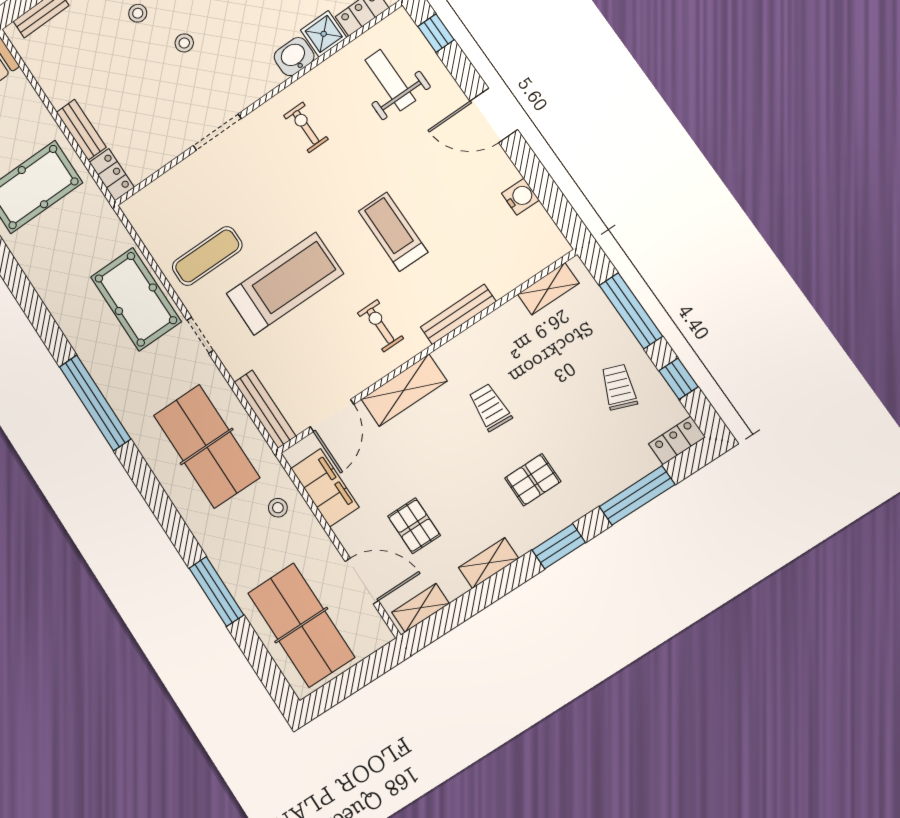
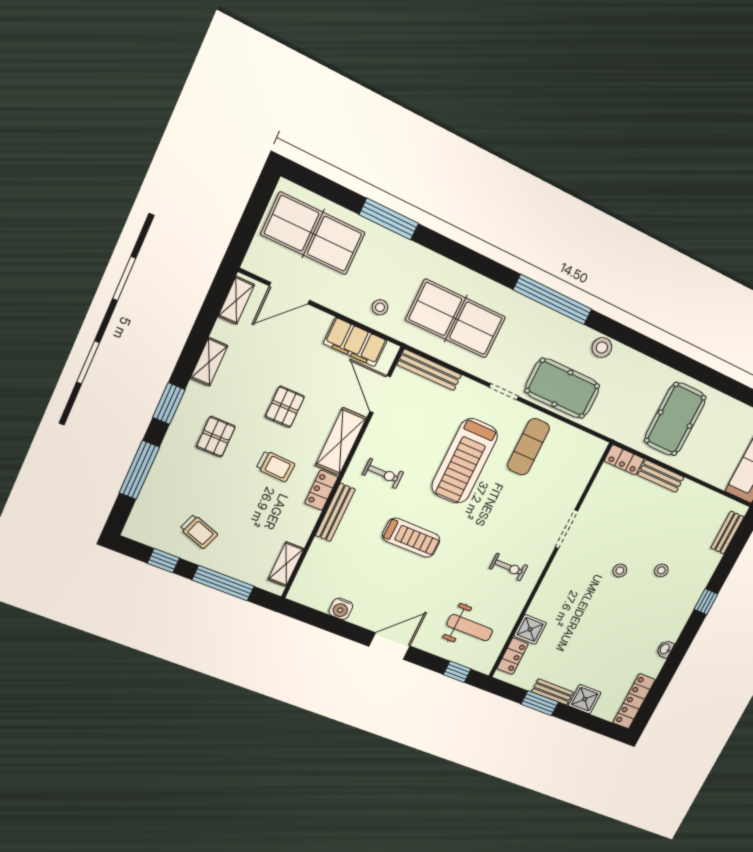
washbasin: (294, 57) -> (542, 605), removed
stool: (71, 318) -> (602, 348), added
locker: (677, 440) -> (321, 490), moved, turned 180
pallet: (414, 526) -> (285, 407), moved, turned 90

